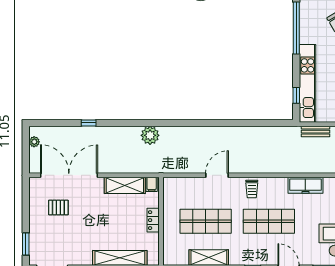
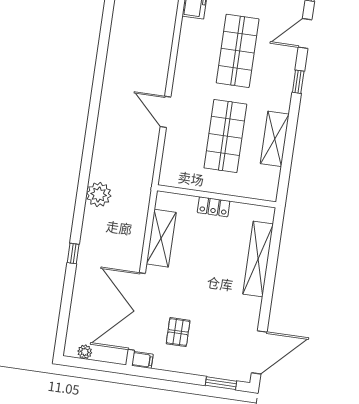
window: (89, 123) -> (73, 253), moved
filing cabinet: (152, 184) -> (142, 360), moved
trolley: (252, 189) -> (191, 68), removed

